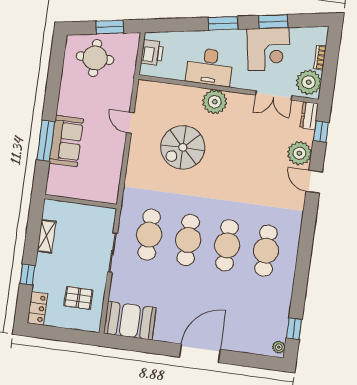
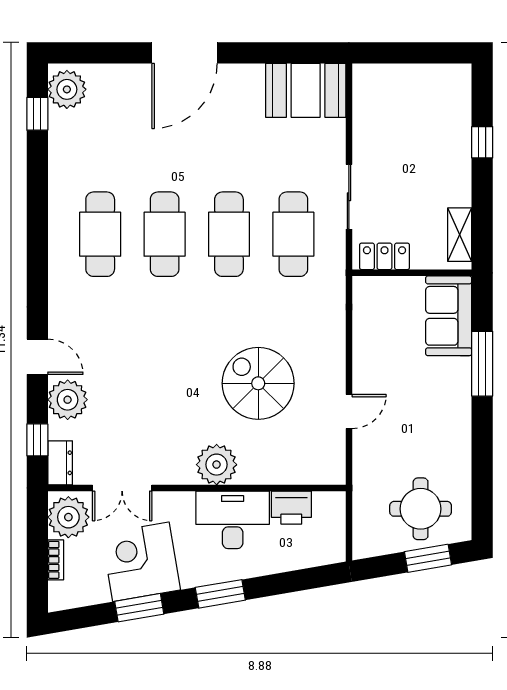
window: (110, 27) -> (428, 558), moved
printer: (152, 53) -> (291, 508), moved, turned -90
double door: (274, 95) -> (122, 488), swing flipped
door: (130, 123) -> (349, 412), hinge flipped
sofa: (66, 141) -> (449, 316), moved
spiral stairs: (183, 147) -> (258, 383), turned -90
shelving: (47, 236) -> (460, 235), moved
pallet: (78, 298) -> (394, 116), removed
locker: (37, 308) -> (385, 256), moved, turned 90
plant: (279, 347) -> (67, 89), width x1.88, depth x1.88

